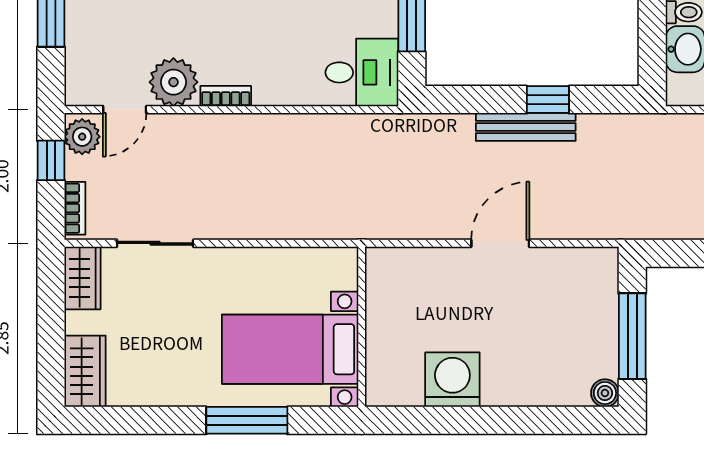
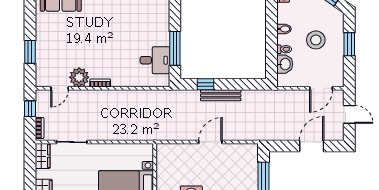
desk: (362, 72) -> (155, 60), moved
window: (548, 100) -> (206, 84), moved
plant: (82, 137) -> (42, 99), removed

